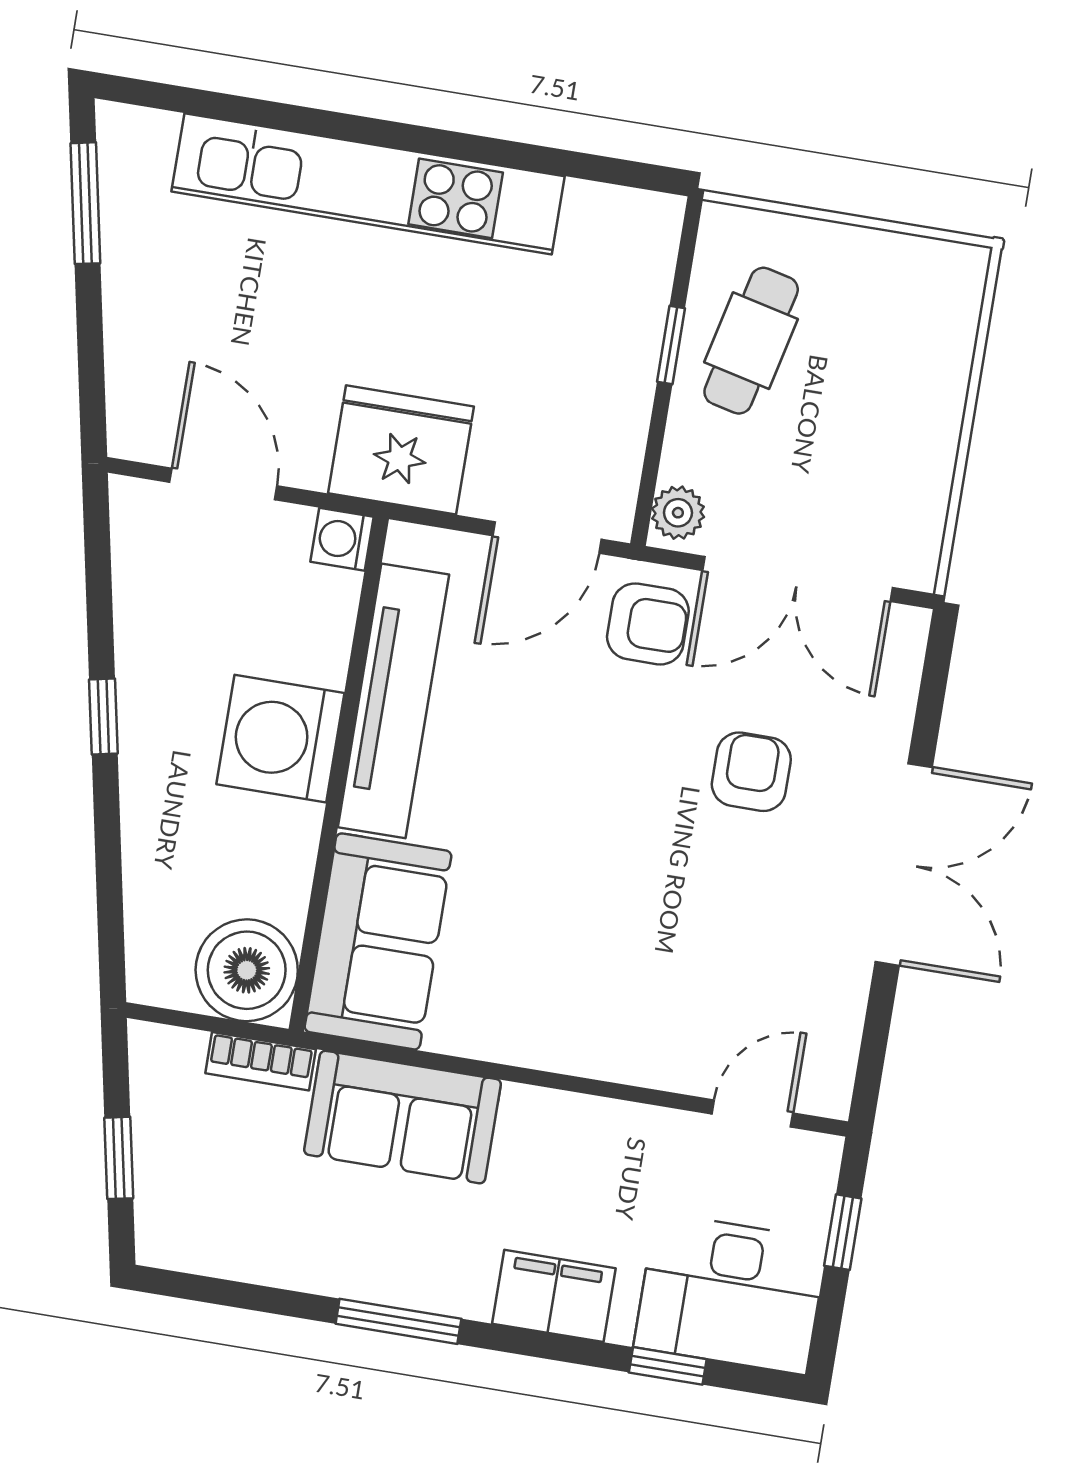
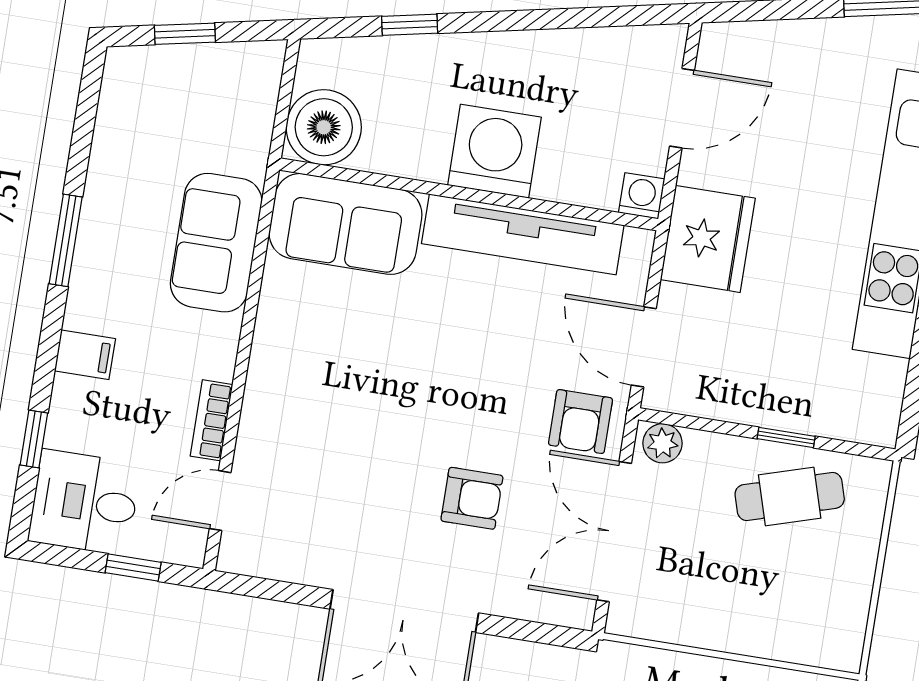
cafe table: (751, 341) -> (790, 496), turned -30
window: (103, 717) -> (410, 25), moved
bookcase: (261, 1061) -> (212, 420), moved
door: (752, 1114) -> (220, 501), swing flipped
desk: (731, 1294) -> (85, 503), width x0.73
filing cabinet: (554, 1296) -> (85, 355), width x0.50

